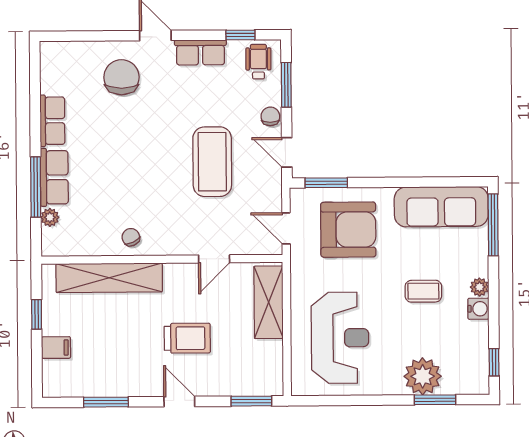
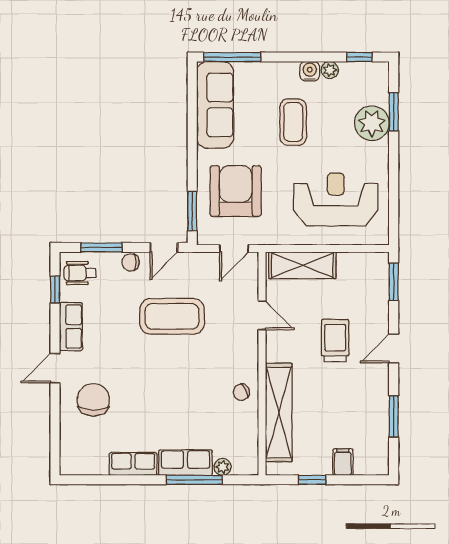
chair: (121, 77) -> (93, 400), turned 91
plant: (479, 287) -> (330, 70), moved
coffee table: (423, 291) -> (293, 122), width x1.36, depth x1.30

